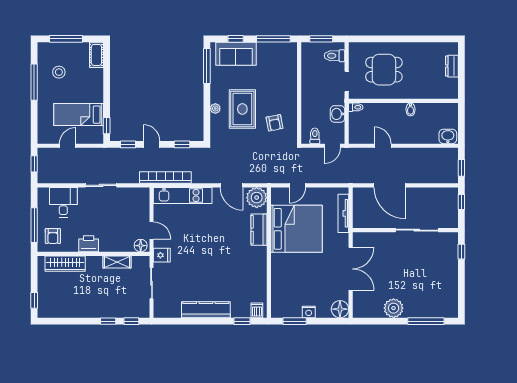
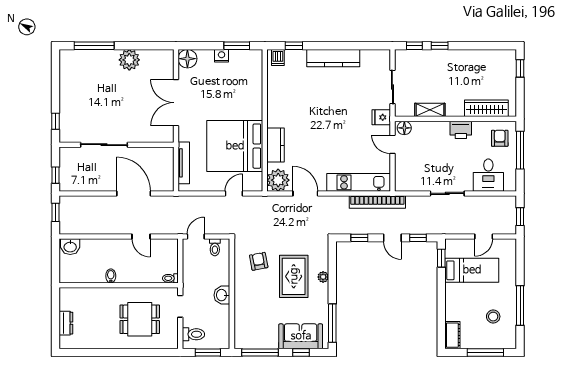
washbasin: (338, 114) -> (222, 295), moved, turned 180

